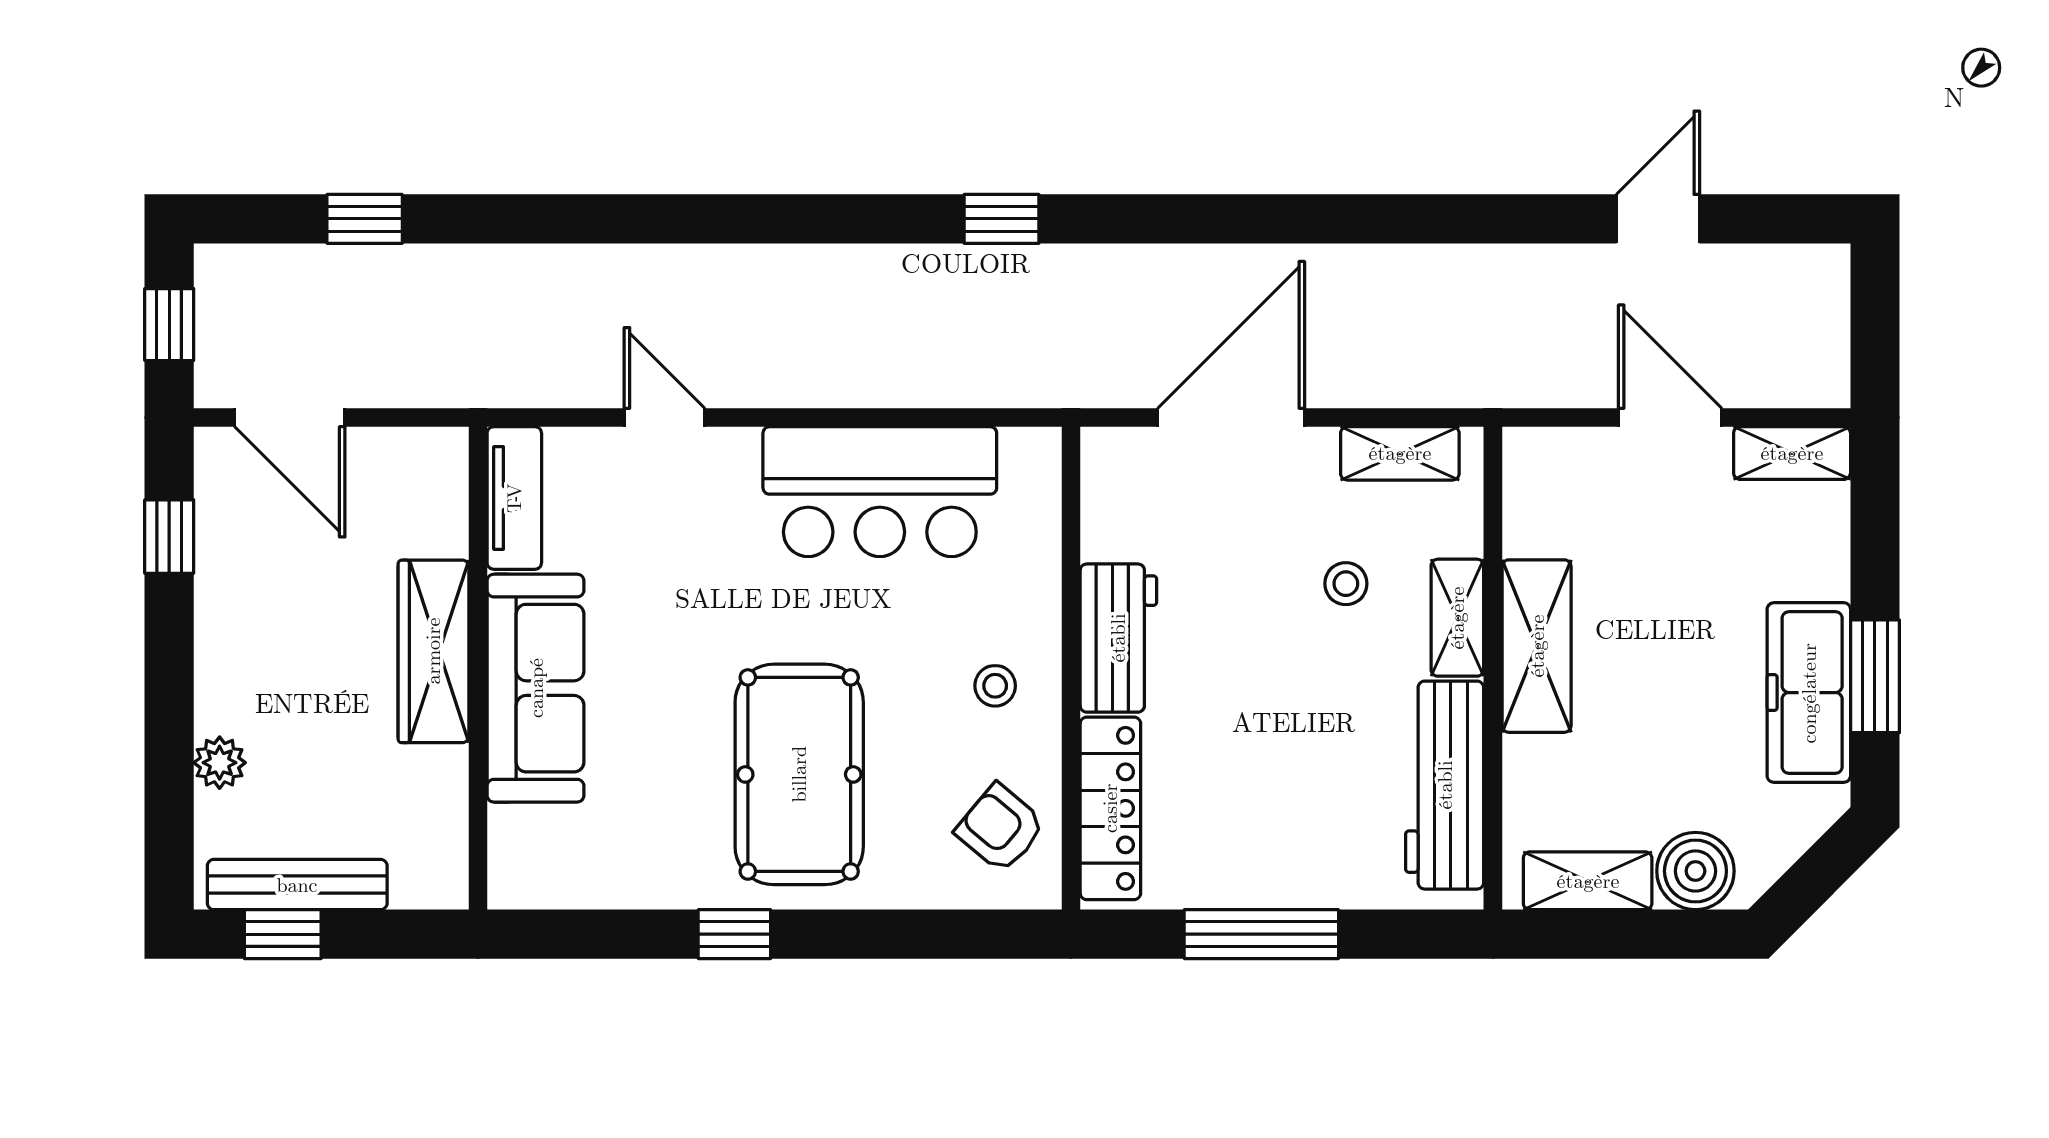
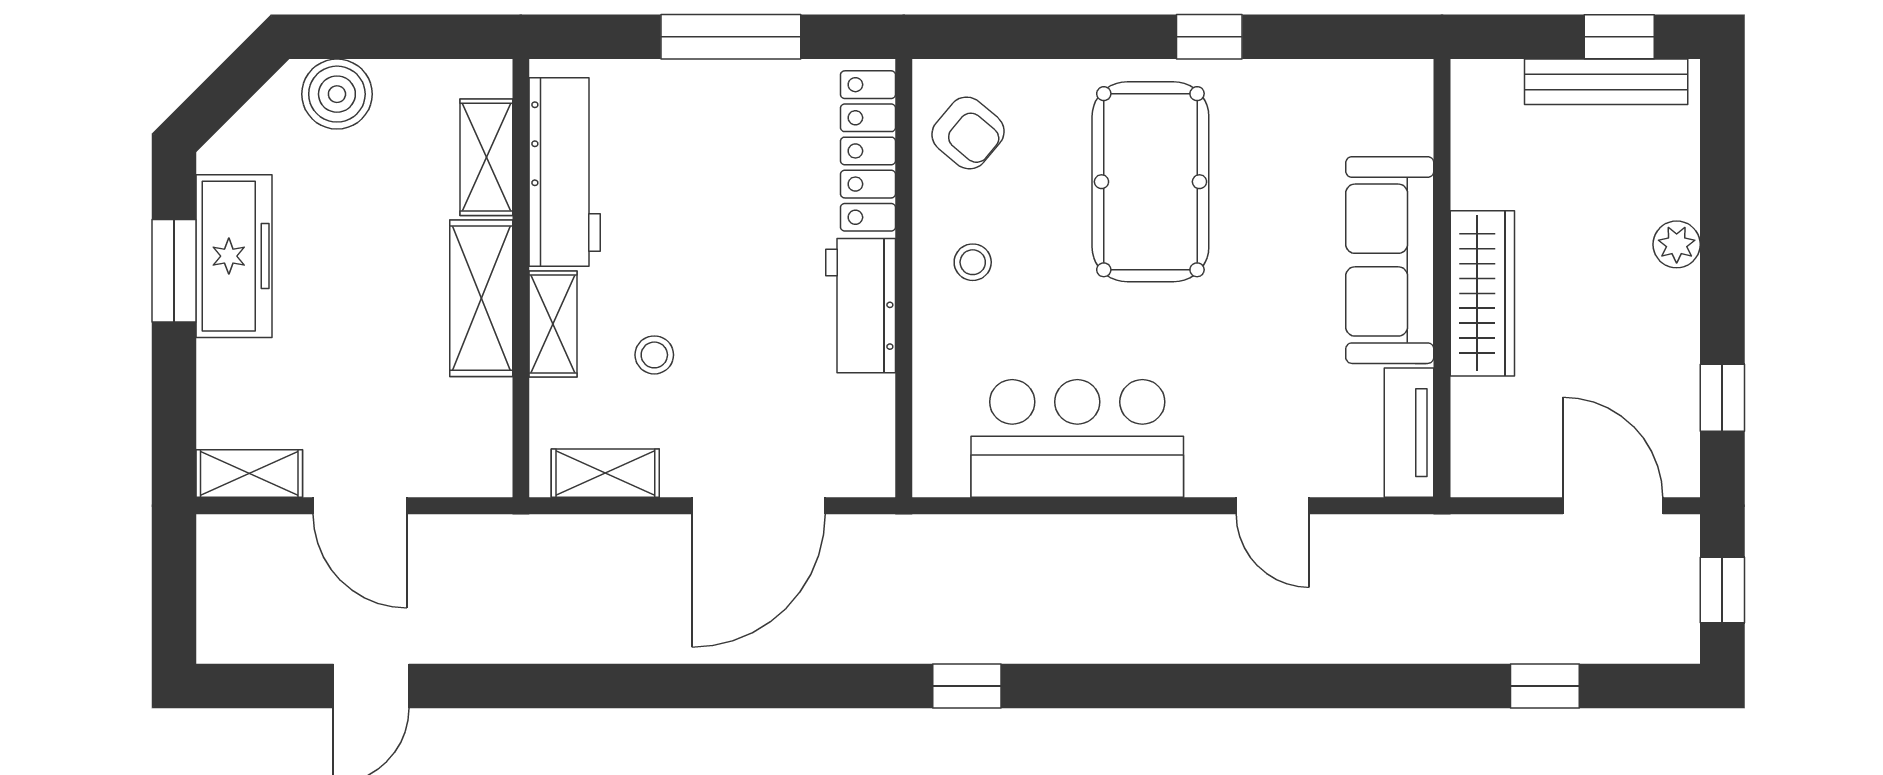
plant: (220, 763) -> (1677, 244), moved
shelving: (1588, 881) -> (486, 157), moved, turned 90

